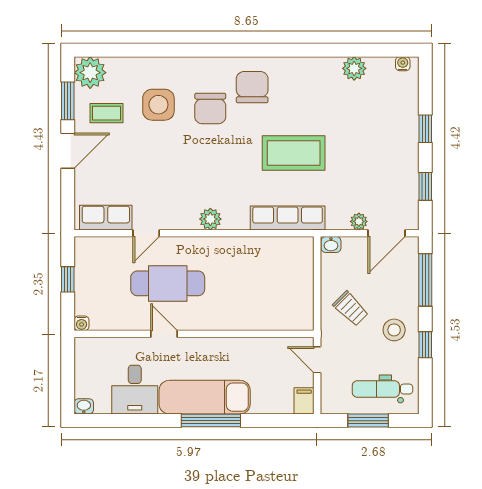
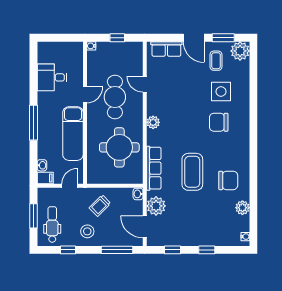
chair: (252, 87) -> (228, 180), moved
row of seats: (106, 218) -> (166, 49), moved, turned 90
plant: (359, 221) -> (156, 206), width x1.88, depth x1.88
round table: (253, 276) -> (119, 147), added
window: (425, 345) -> (68, 250), moved
exam couch: (205, 397) -> (73, 134), moved, turned 180
washbasin: (84, 406) -> (42, 165), moved

